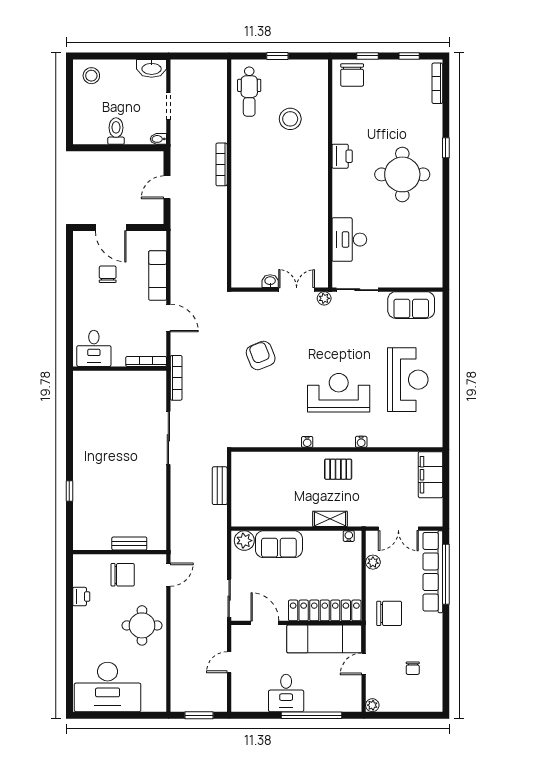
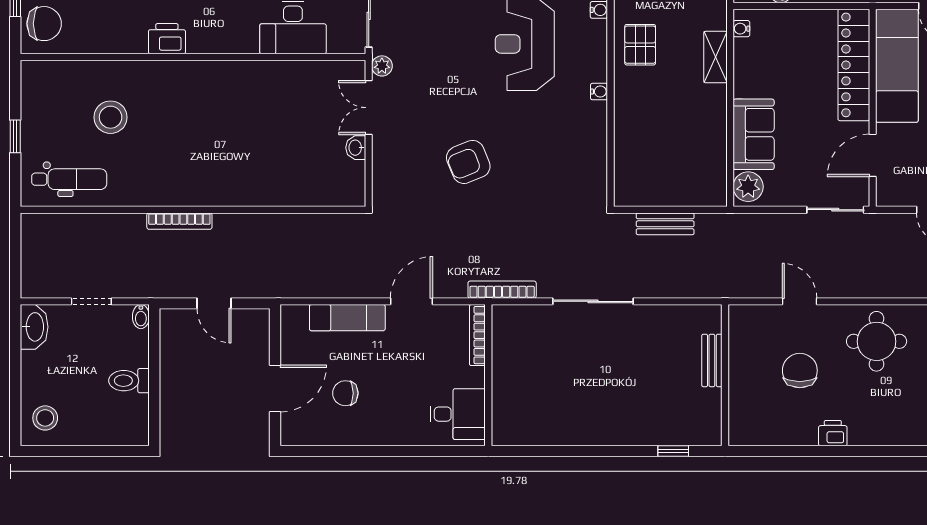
bench: (129, 544) -> (712, 360), moved
wall: (120, 552) -> (725, 375), moved

